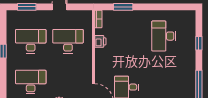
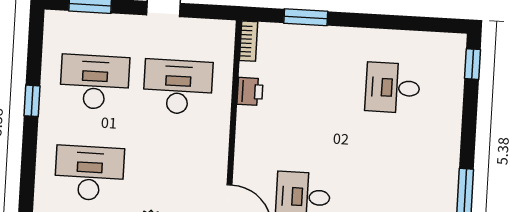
desk: (164, 36) -> (393, 88), width x0.73
window: (199, 43) -> (472, 64), moved

